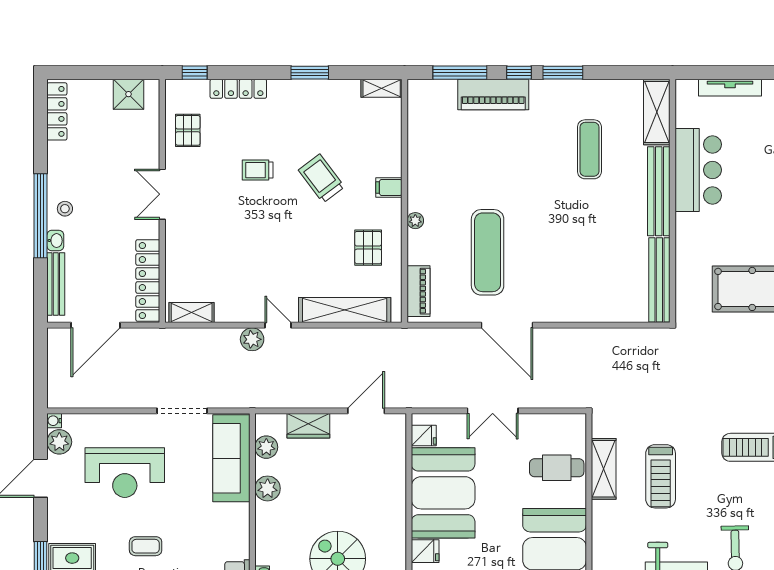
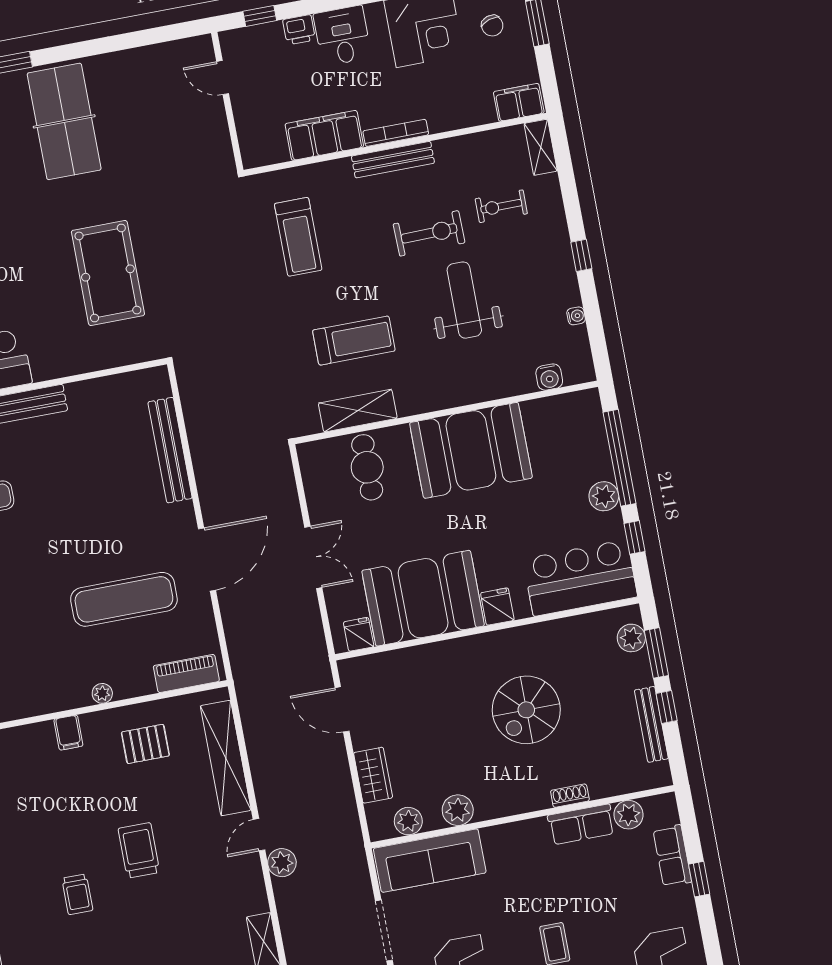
trolley: (321, 178) -> (139, 850), moved, turned 127
bench: (659, 280) -> (170, 450), moved, turned 90

